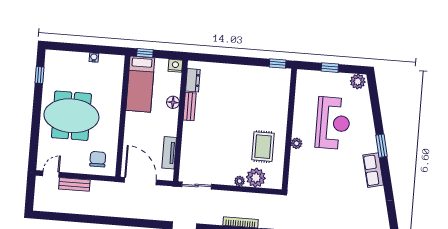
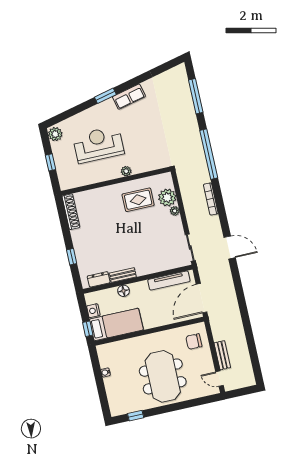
window: (278, 63) -> (72, 257), moved
nightstand: (175, 66) -> (93, 311), moved
shoe rack: (272, 73) -> (71, 212), added
tv unit: (169, 153) -> (169, 280), width x1.41

